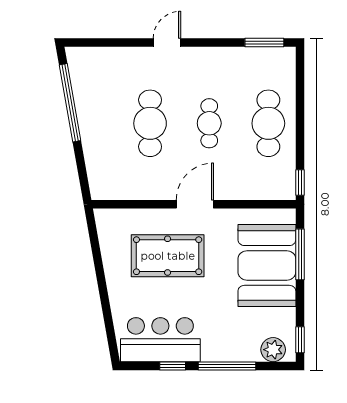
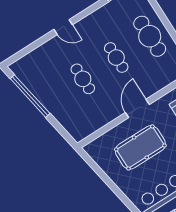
door: (167, 42) -> (63, 27), swing flipped
cafe table: (150, 123) -> (83, 79), width x0.73, depth x0.74

